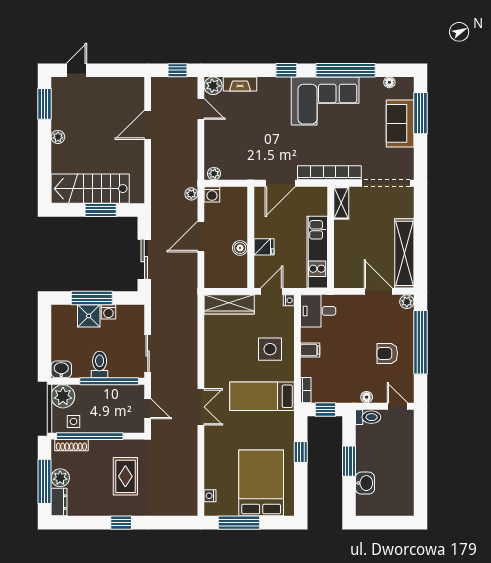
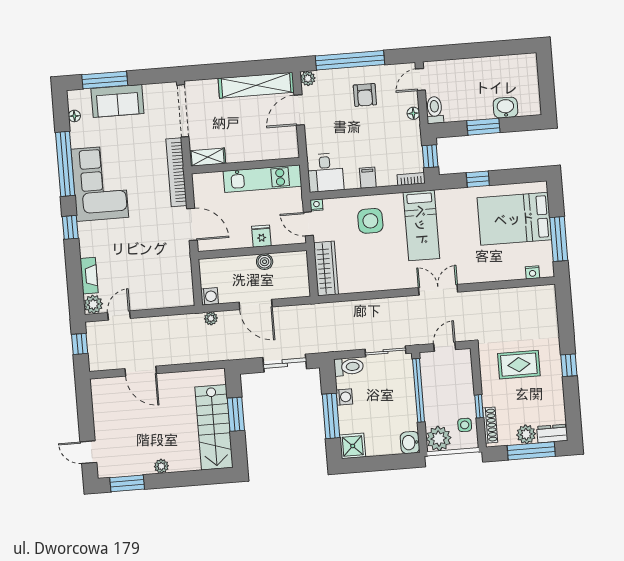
plant: (214, 174) -> (187, 296), removed
shower: (89, 316) -> (353, 446), moved
toilet: (100, 365) -> (349, 367), moved, turned 180
window: (90, 436) -> (479, 406), width x0.32

